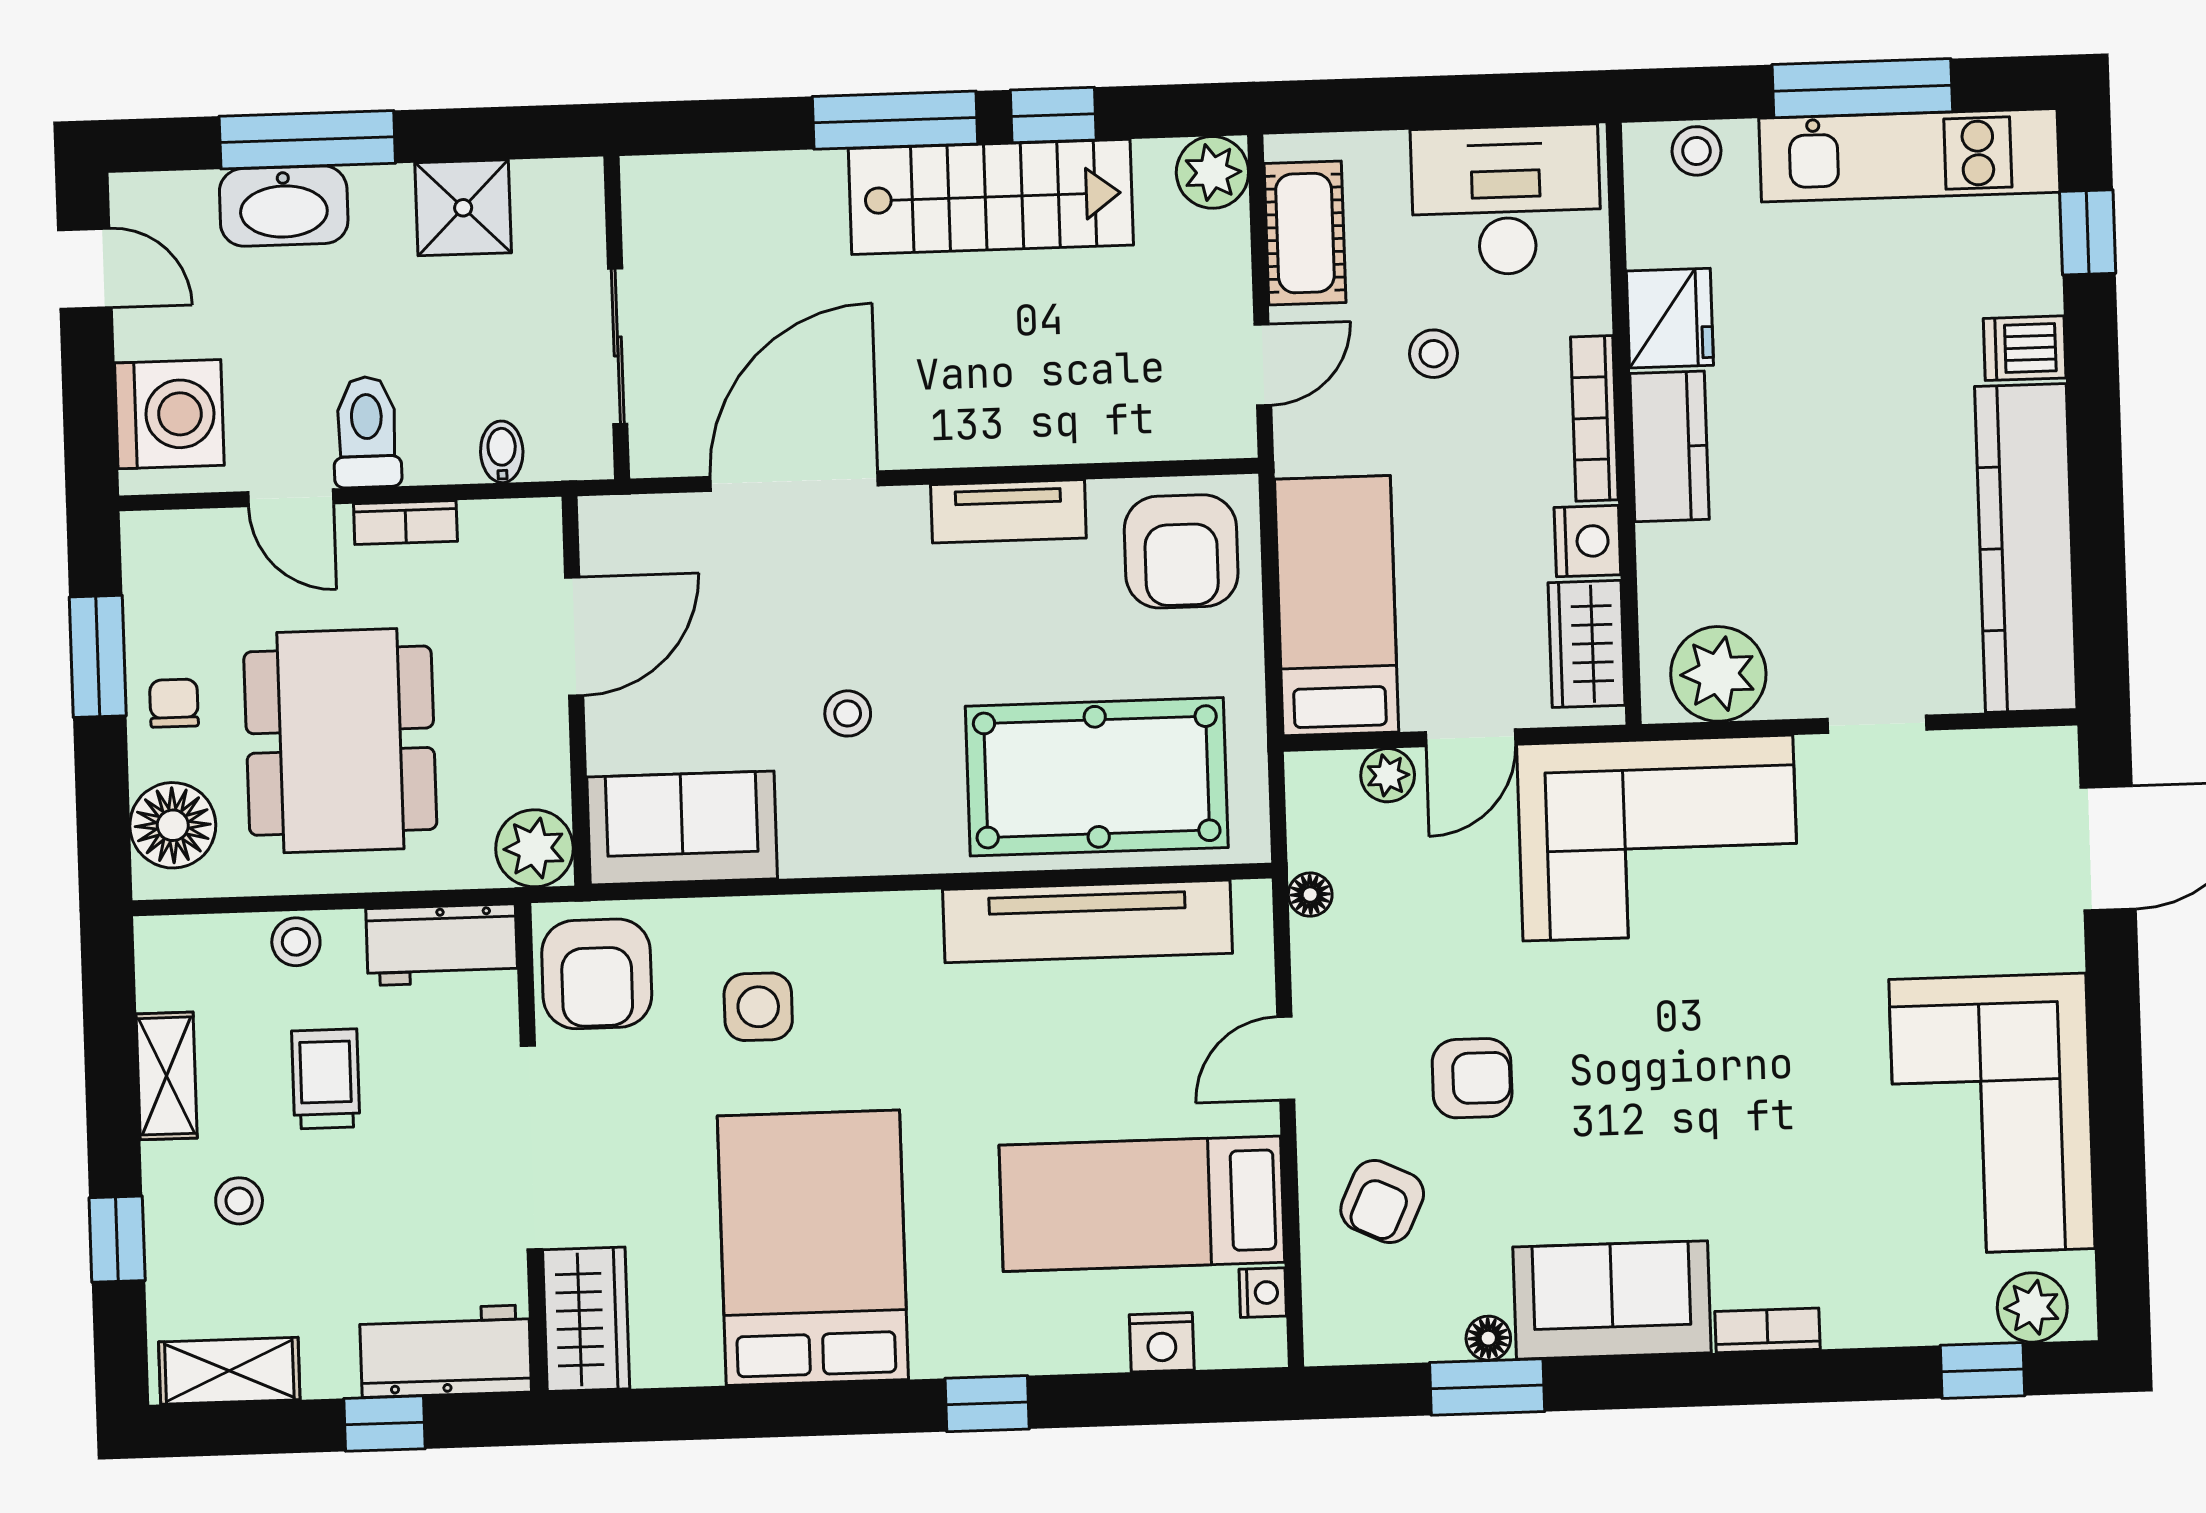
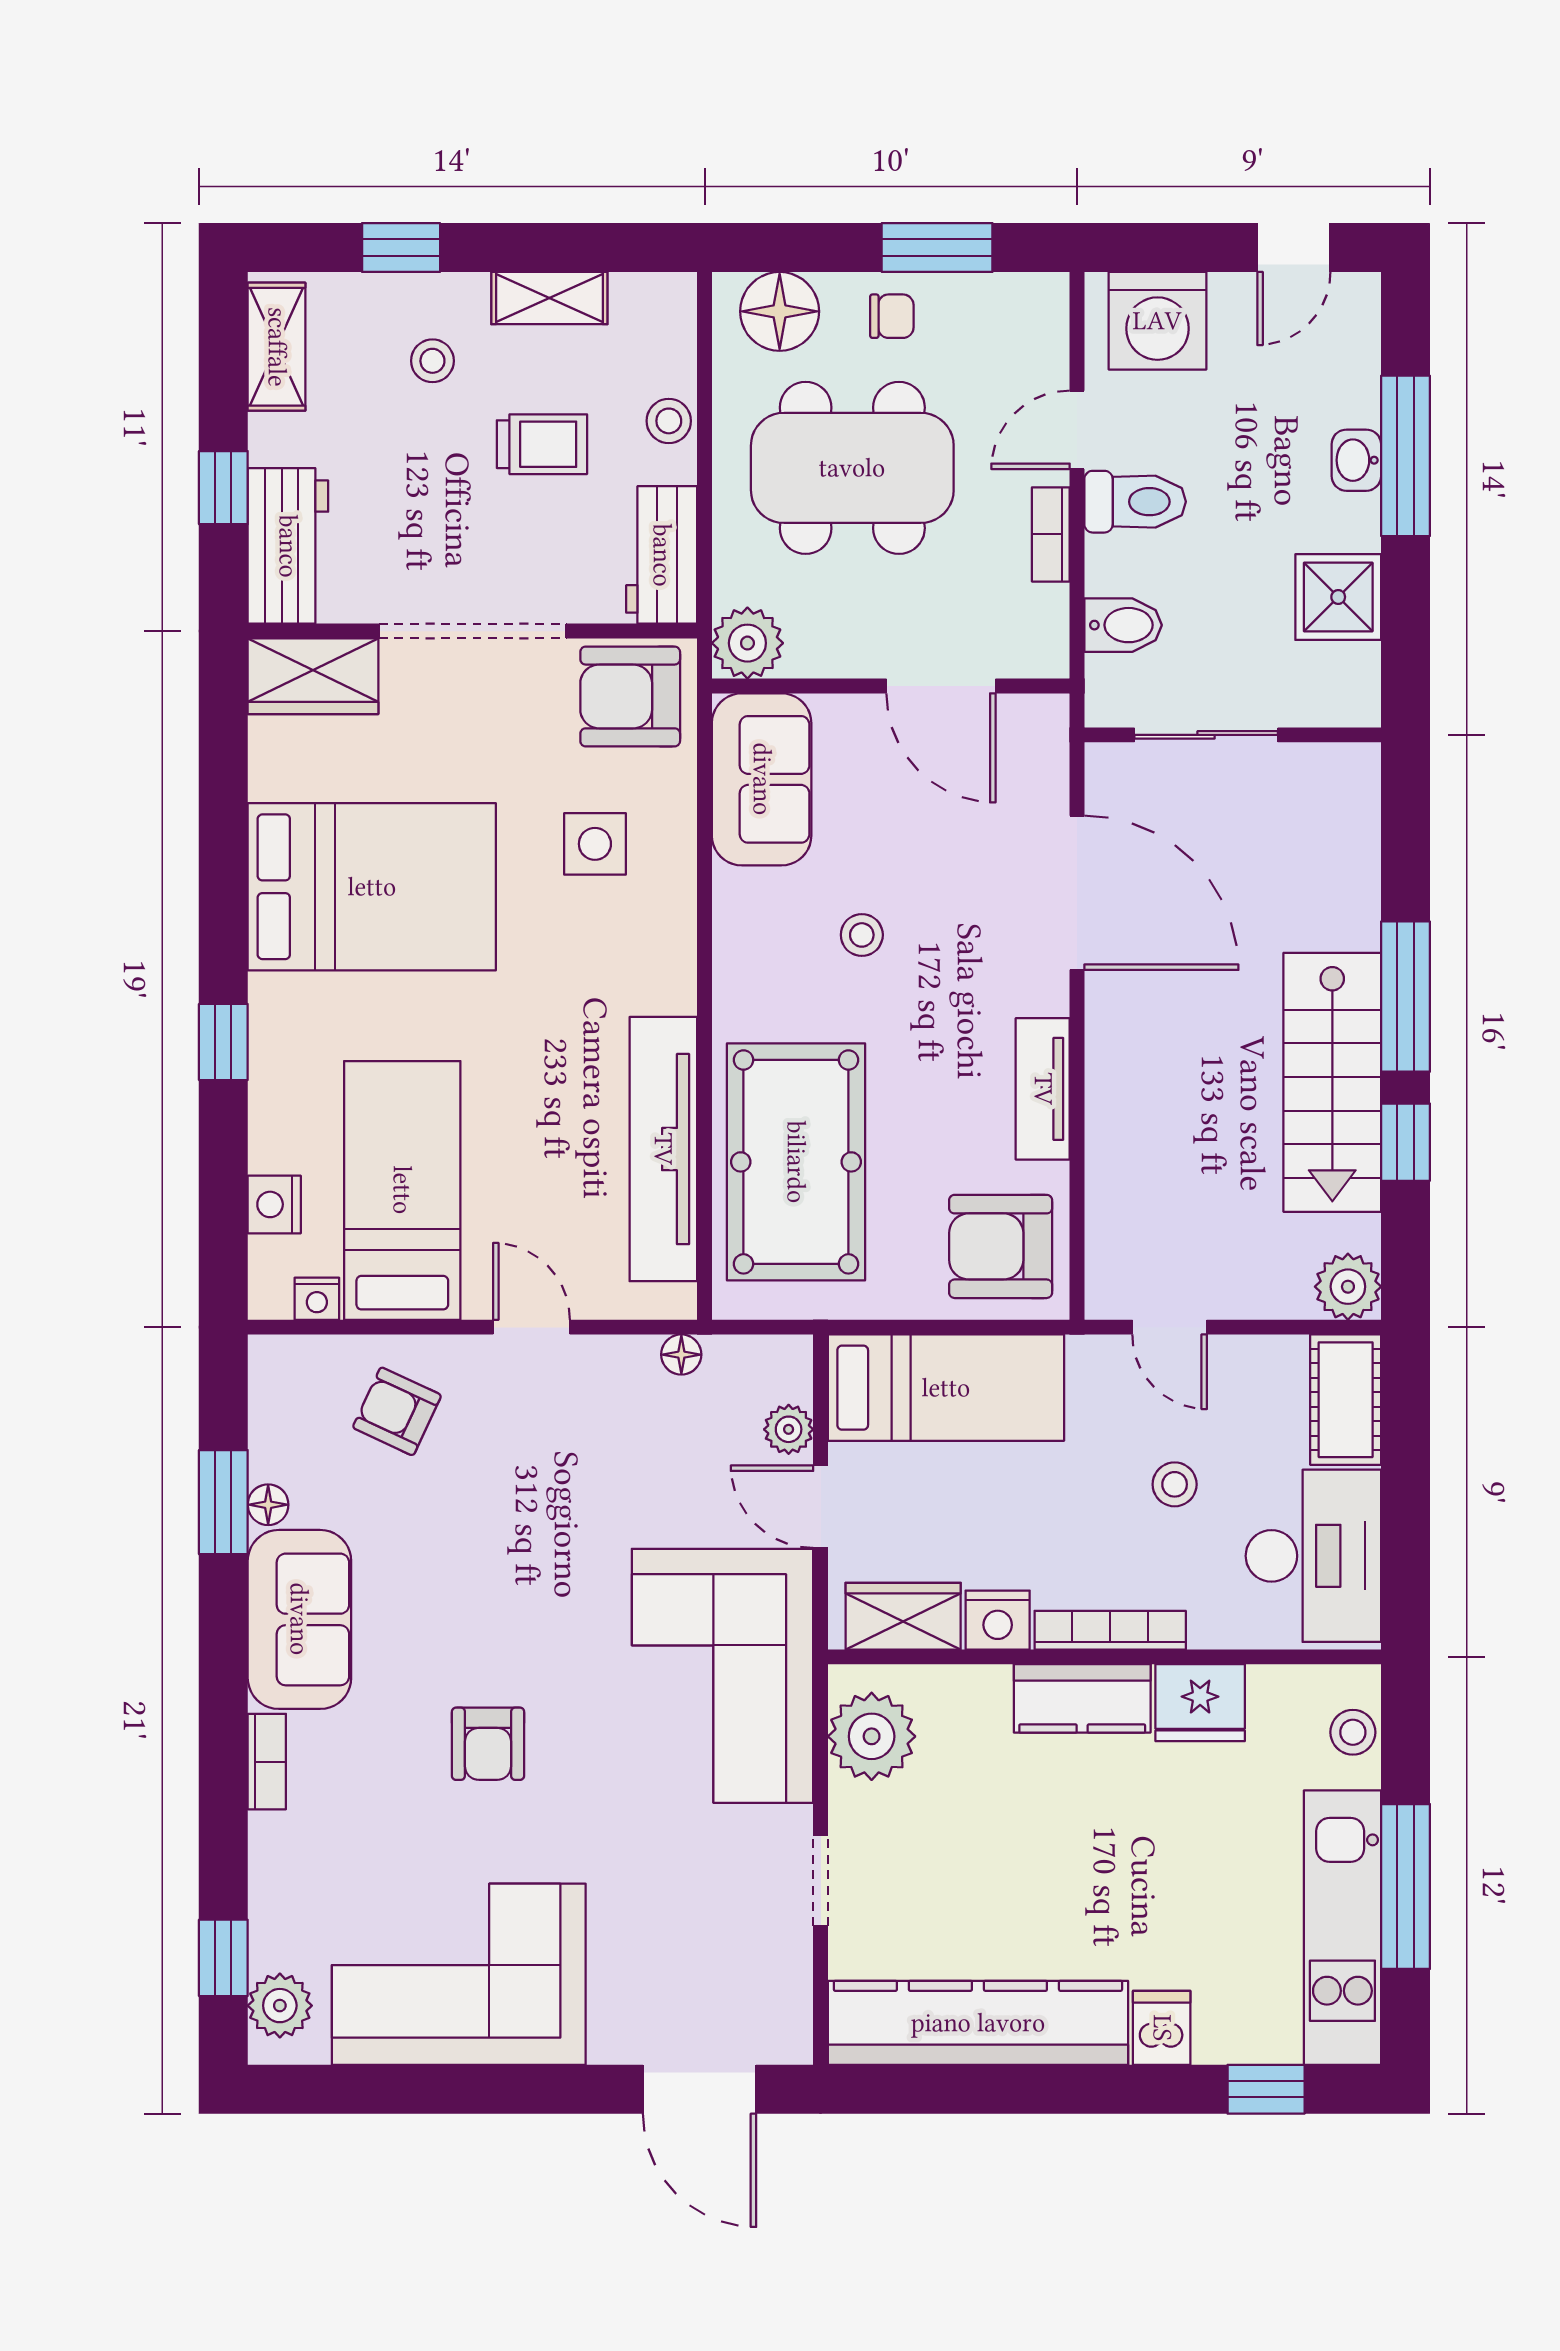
washbasin: (284, 206) -> (1356, 460), width x0.52, depth x0.69
cot: (1305, 233) -> (1346, 1400), moved, turned 90
bidet: (502, 452) -> (1123, 625), width x1.38, depth x1.36
armchair: (1472, 1078) -> (488, 1744), moved

